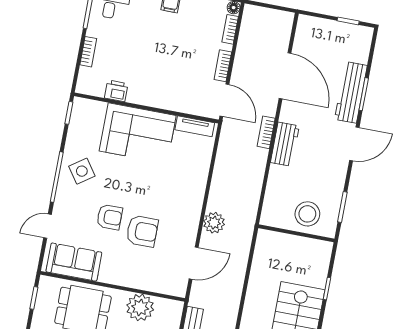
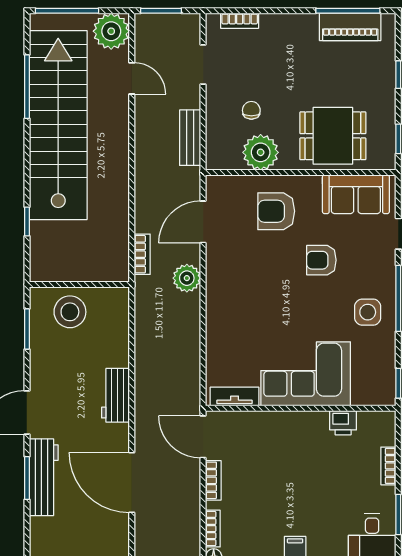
bookcase: (266, 132) -> (142, 254), moved
side table: (82, 171) -> (368, 312), turned 35
armchair: (142, 231) -> (276, 211), moved

